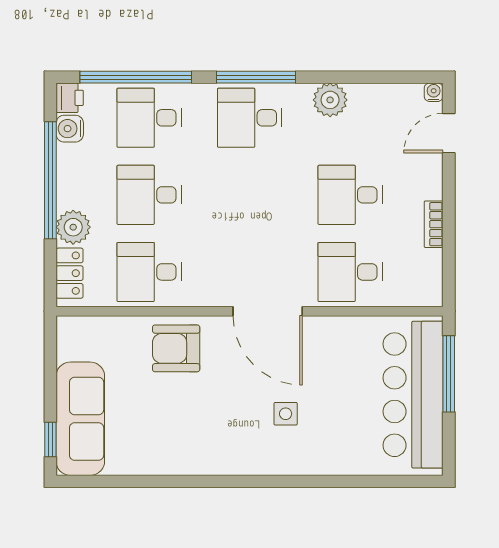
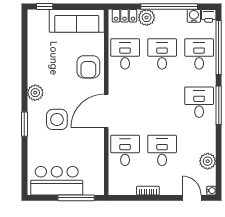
plant: (330, 100) -> (208, 161), moved
armchair: (176, 348) -> (88, 67), turned 180
bar counter: (413, 395) -> (57, 181), width x0.73
side table: (286, 414) -> (57, 119), width x1.87, depth x1.87
sofa: (80, 419) -> (77, 21), moved
plant: (230, 459) -> (35, 93), added
window: (295, 481) -> (24, 124), added

